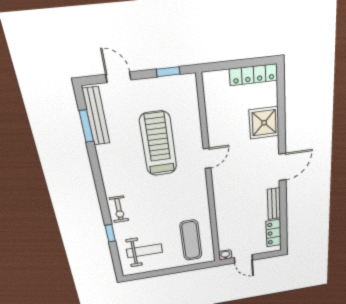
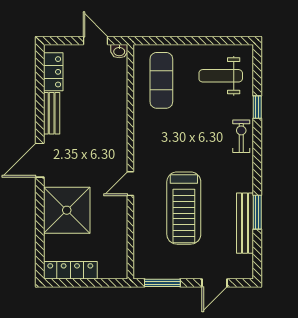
window: (168, 72) -> (162, 283), width x1.50
door: (118, 77) -> (214, 283), hinge flipped
bench: (96, 116) -> (245, 223), moved
shower: (264, 123) -> (67, 210), width x1.37, depth x1.37
window: (86, 126) -> (257, 212), moved

